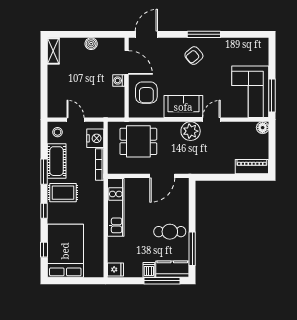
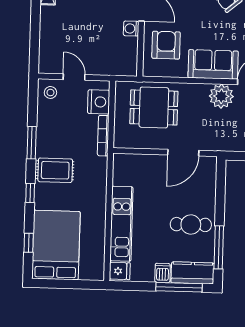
armchair: (146, 93) -> (166, 45), turned 180
cot: (57, 161) -> (48, 130), removed
kitchen unit: (116, 207) -> (121, 224), moved

